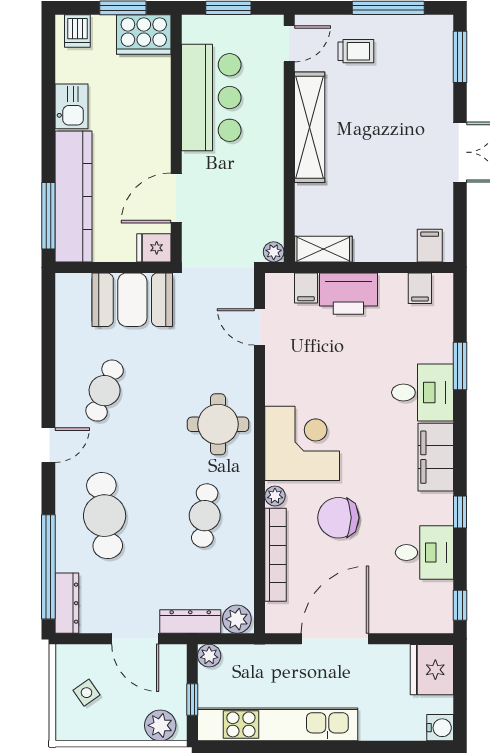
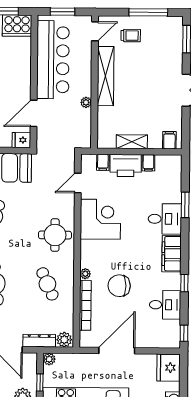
bar counter: (211, 98) -> (53, 60), width x1.36
shelving: (323, 249) -> (132, 142), moved
plant: (274, 252) -> (86, 102), moved
filing cabinet: (420, 288) -> (148, 163), moved
door: (260, 327) -> (78, 183), hinge flipped
corner desk: (302, 443) -> (100, 219), moved
cafe table: (205, 516) -> (47, 284), turned -30

